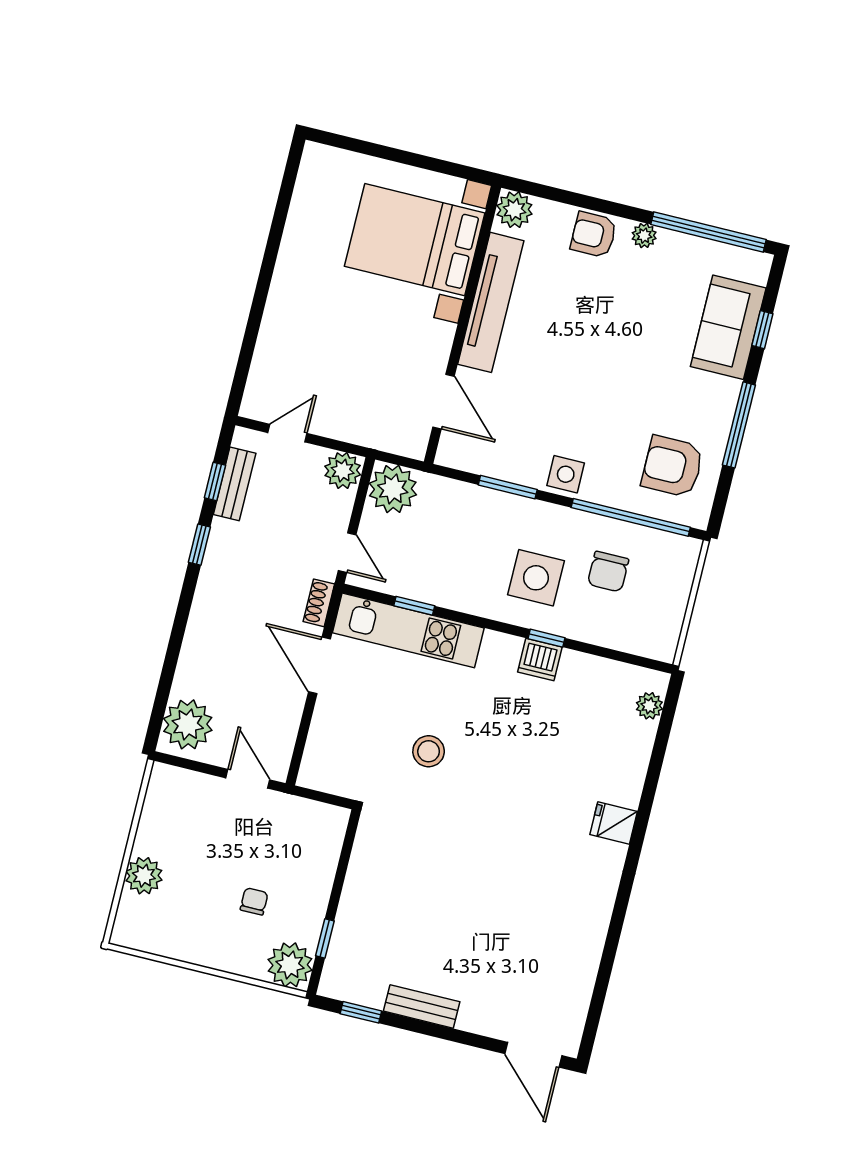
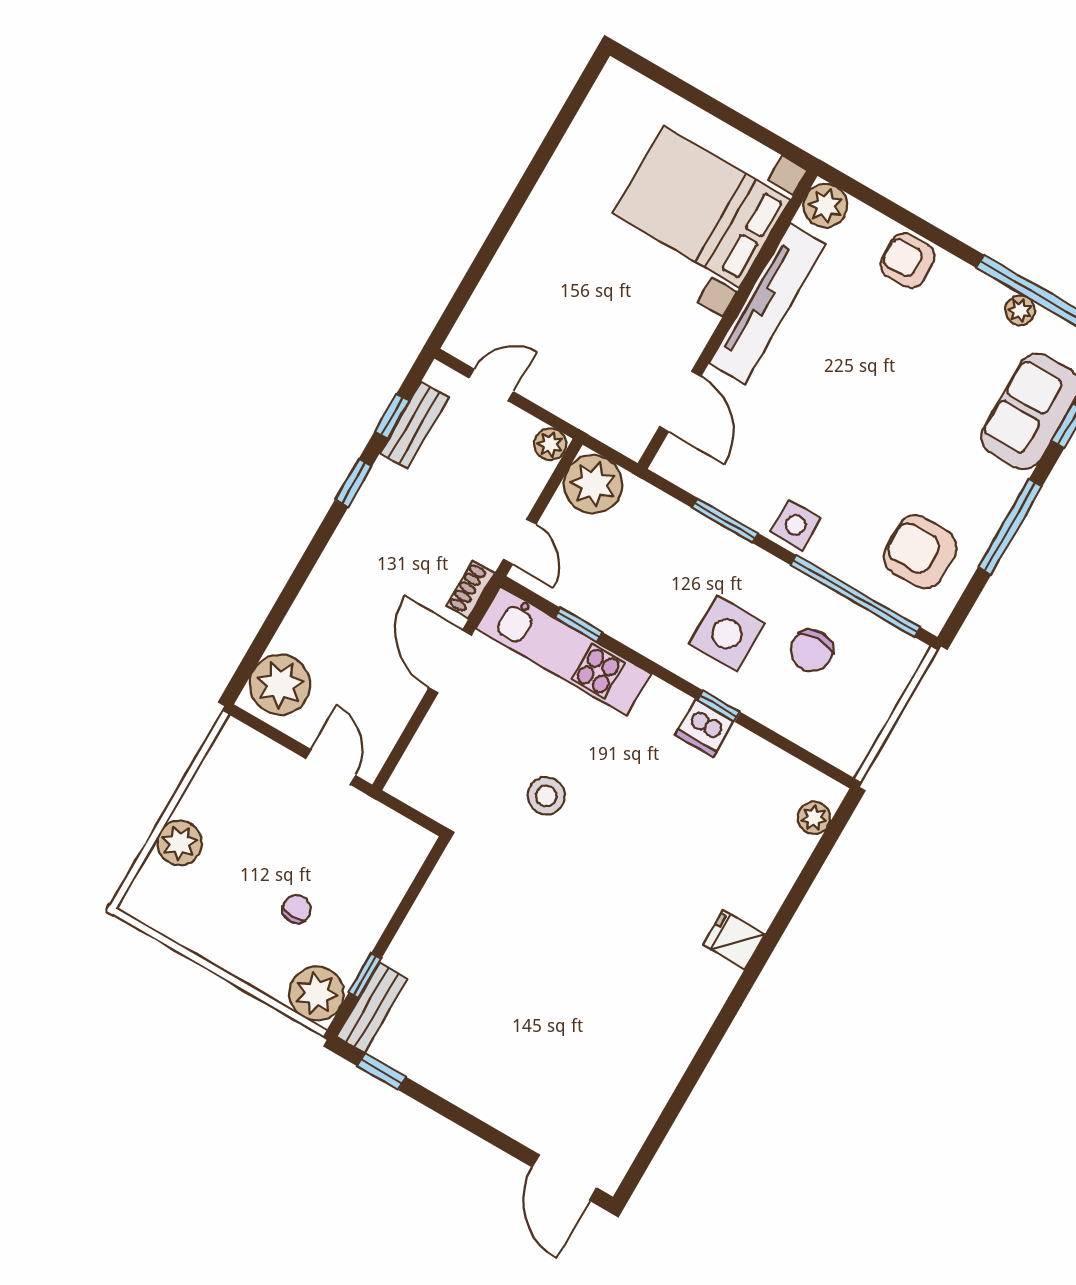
plant: (644, 236) -> (1020, 310), moved
plant: (343, 471) -> (550, 444), width x0.73, depth x0.73
bench: (422, 1006) -> (372, 1008), moved, turned 90

